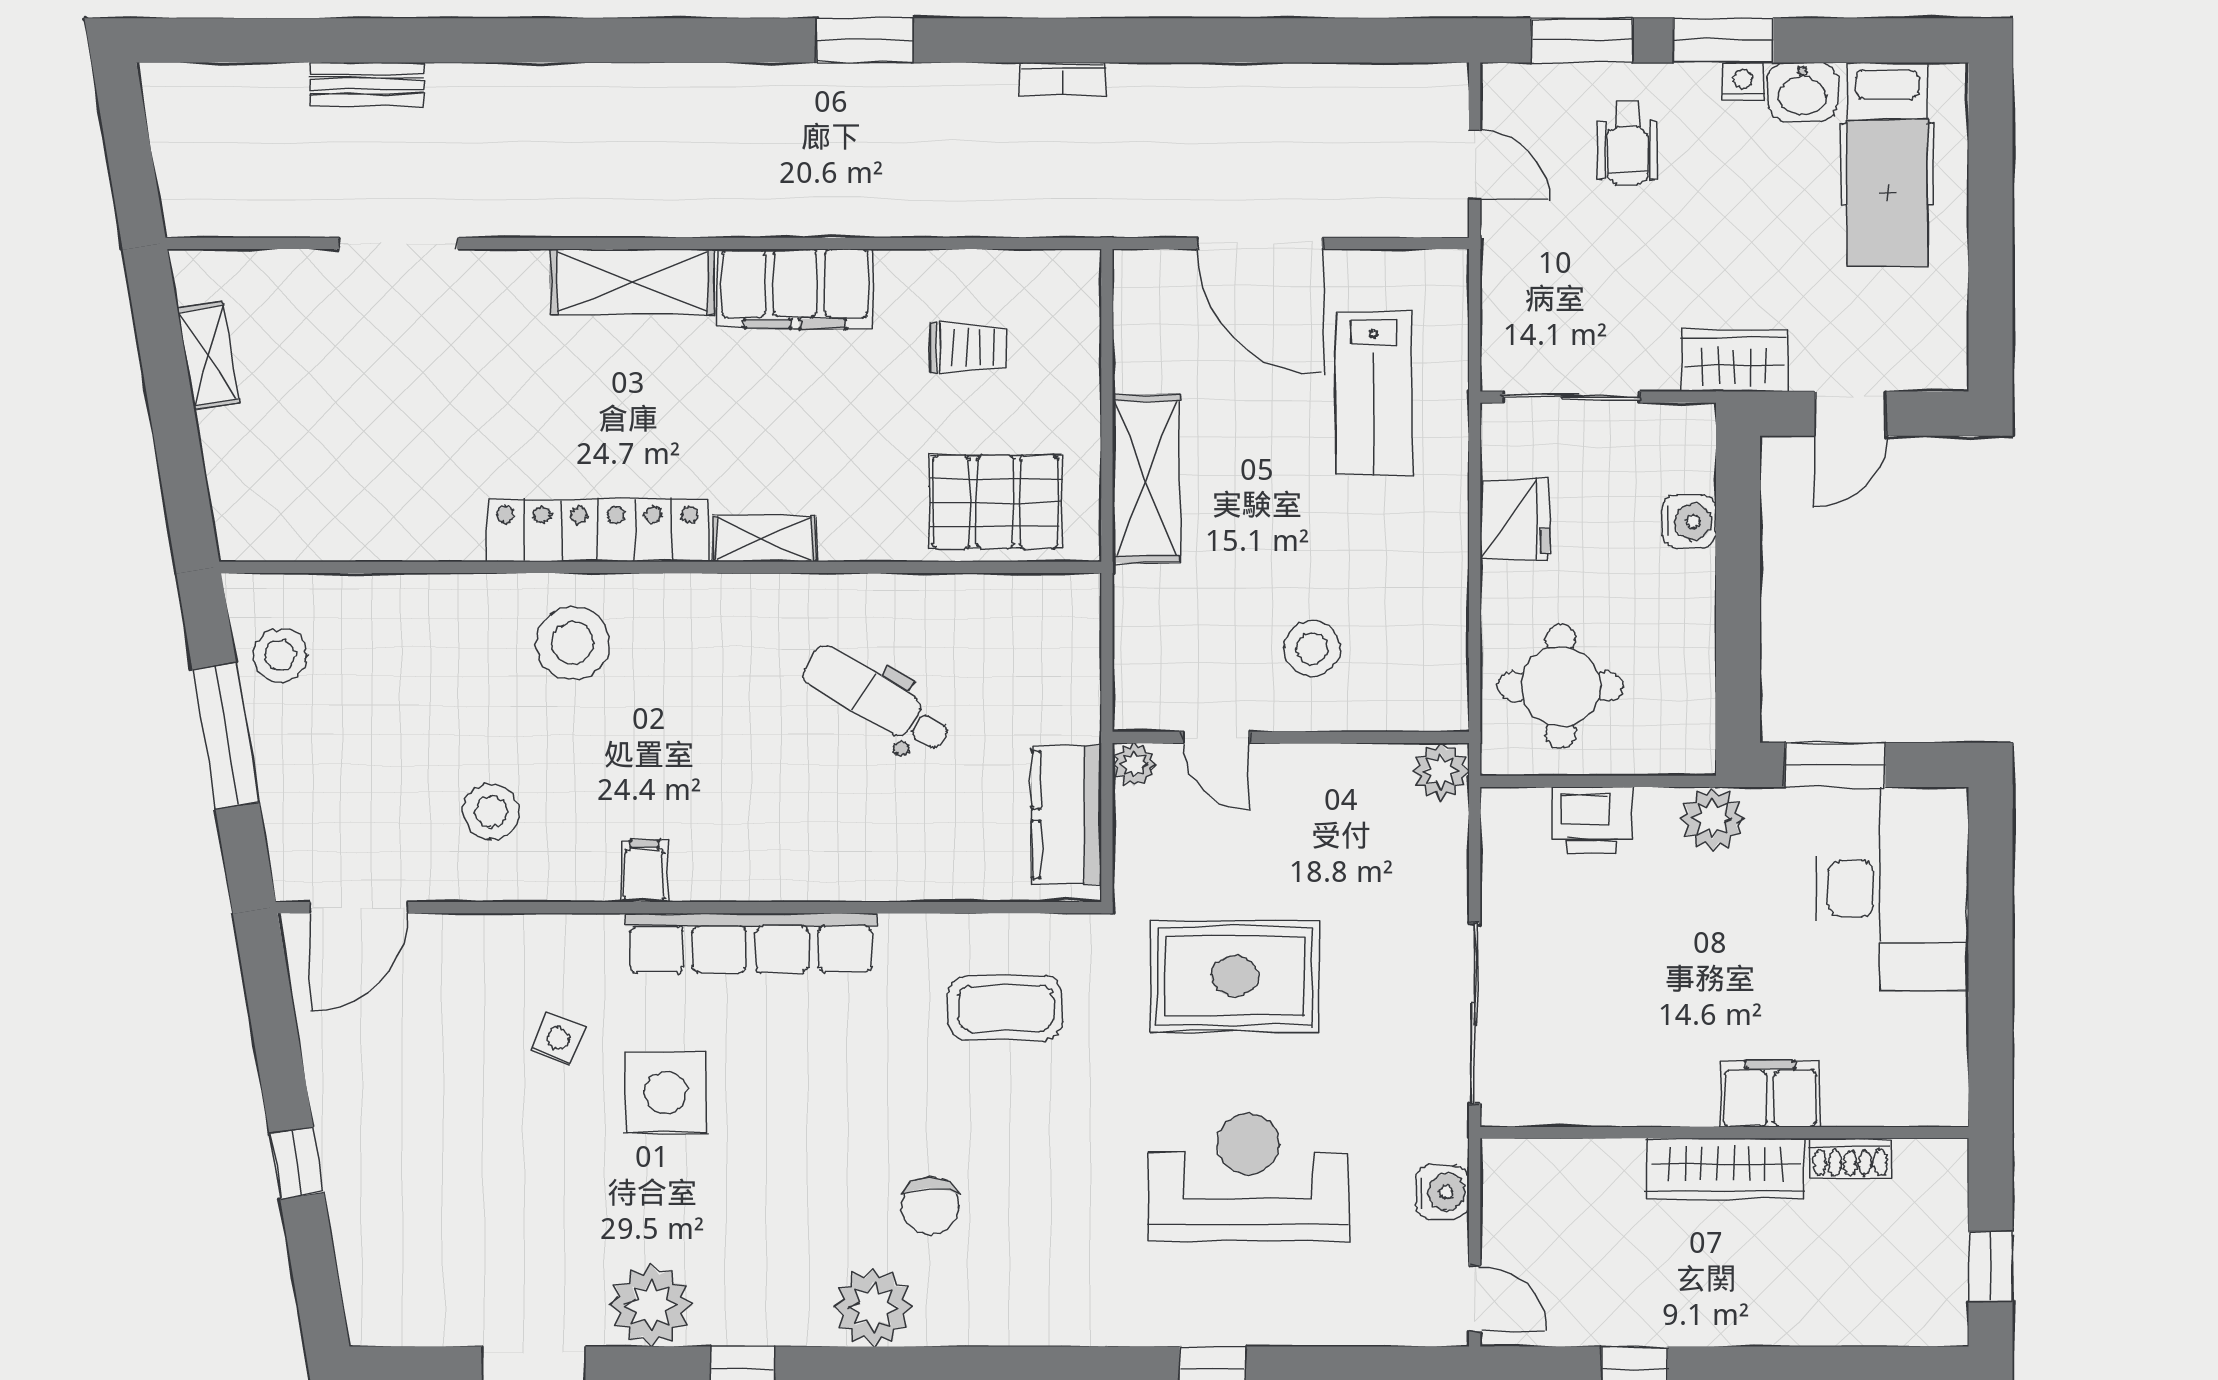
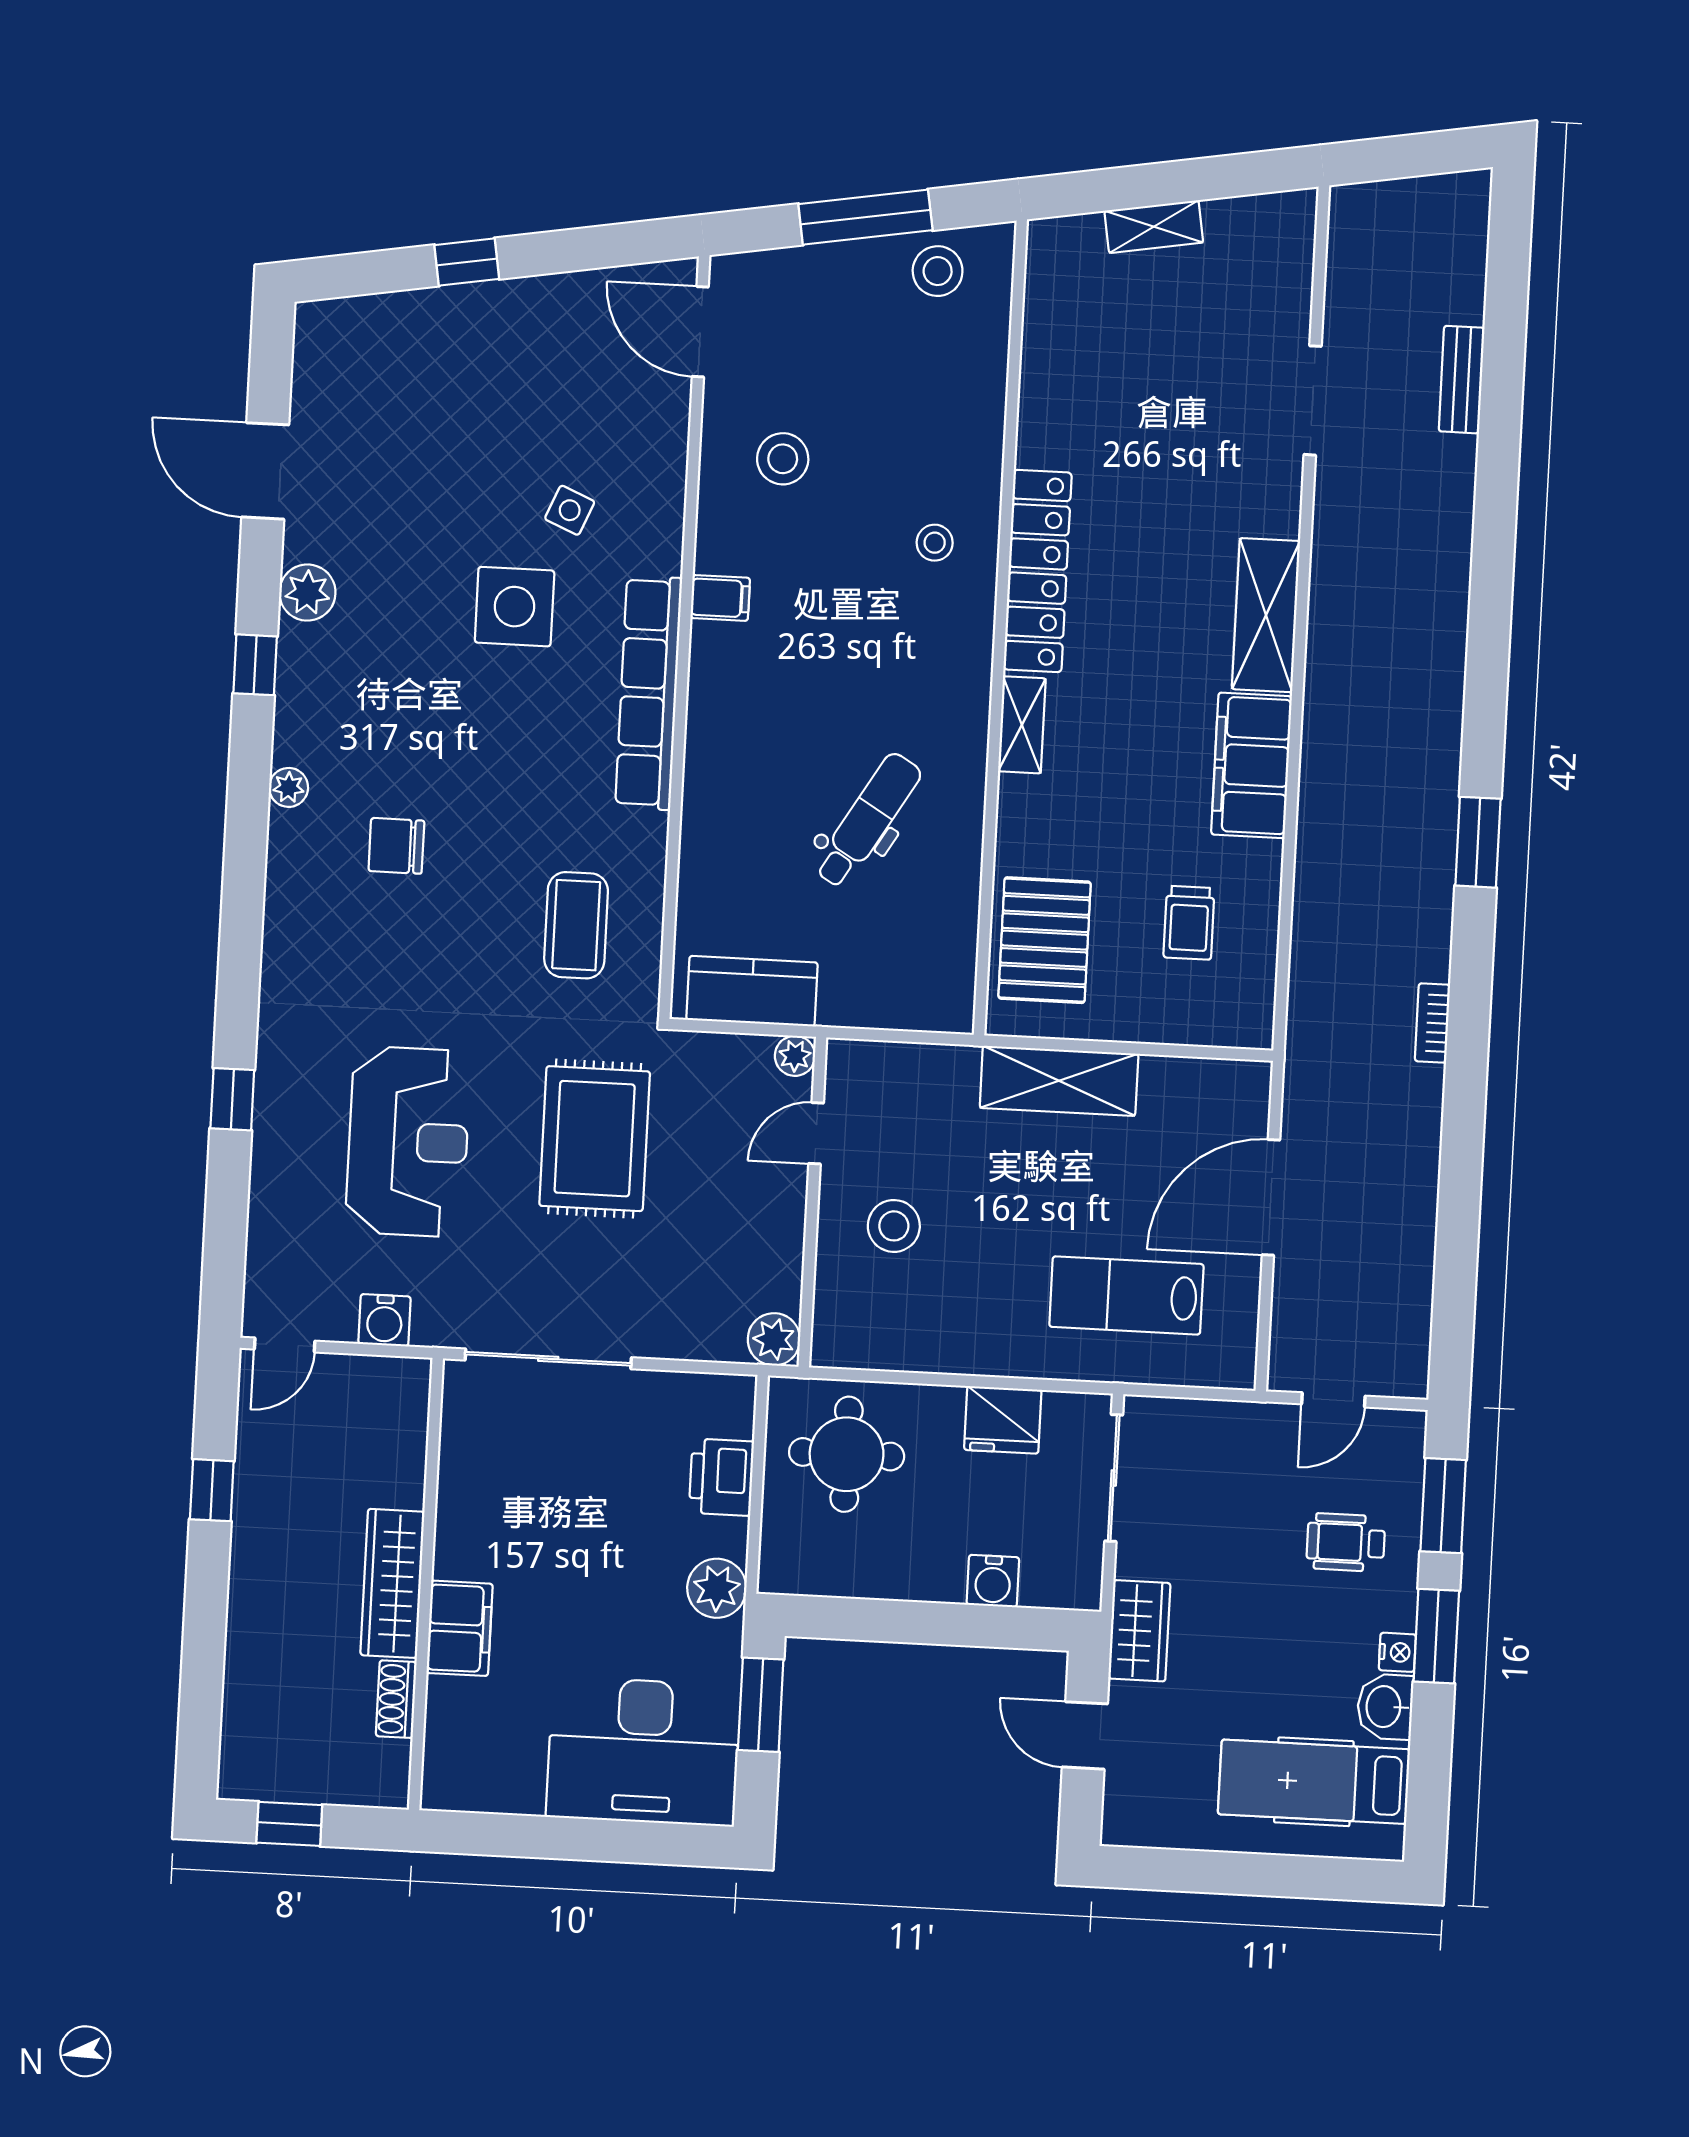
shelving: (208, 355) -> (1154, 227), moved
stool: (573, 643) -> (935, 543), width x0.53, depth x0.53
plant: (651, 1305) -> (307, 593), width x0.73, depth x0.73
plant: (873, 1307) -> (289, 787), width x0.53, depth x0.53

